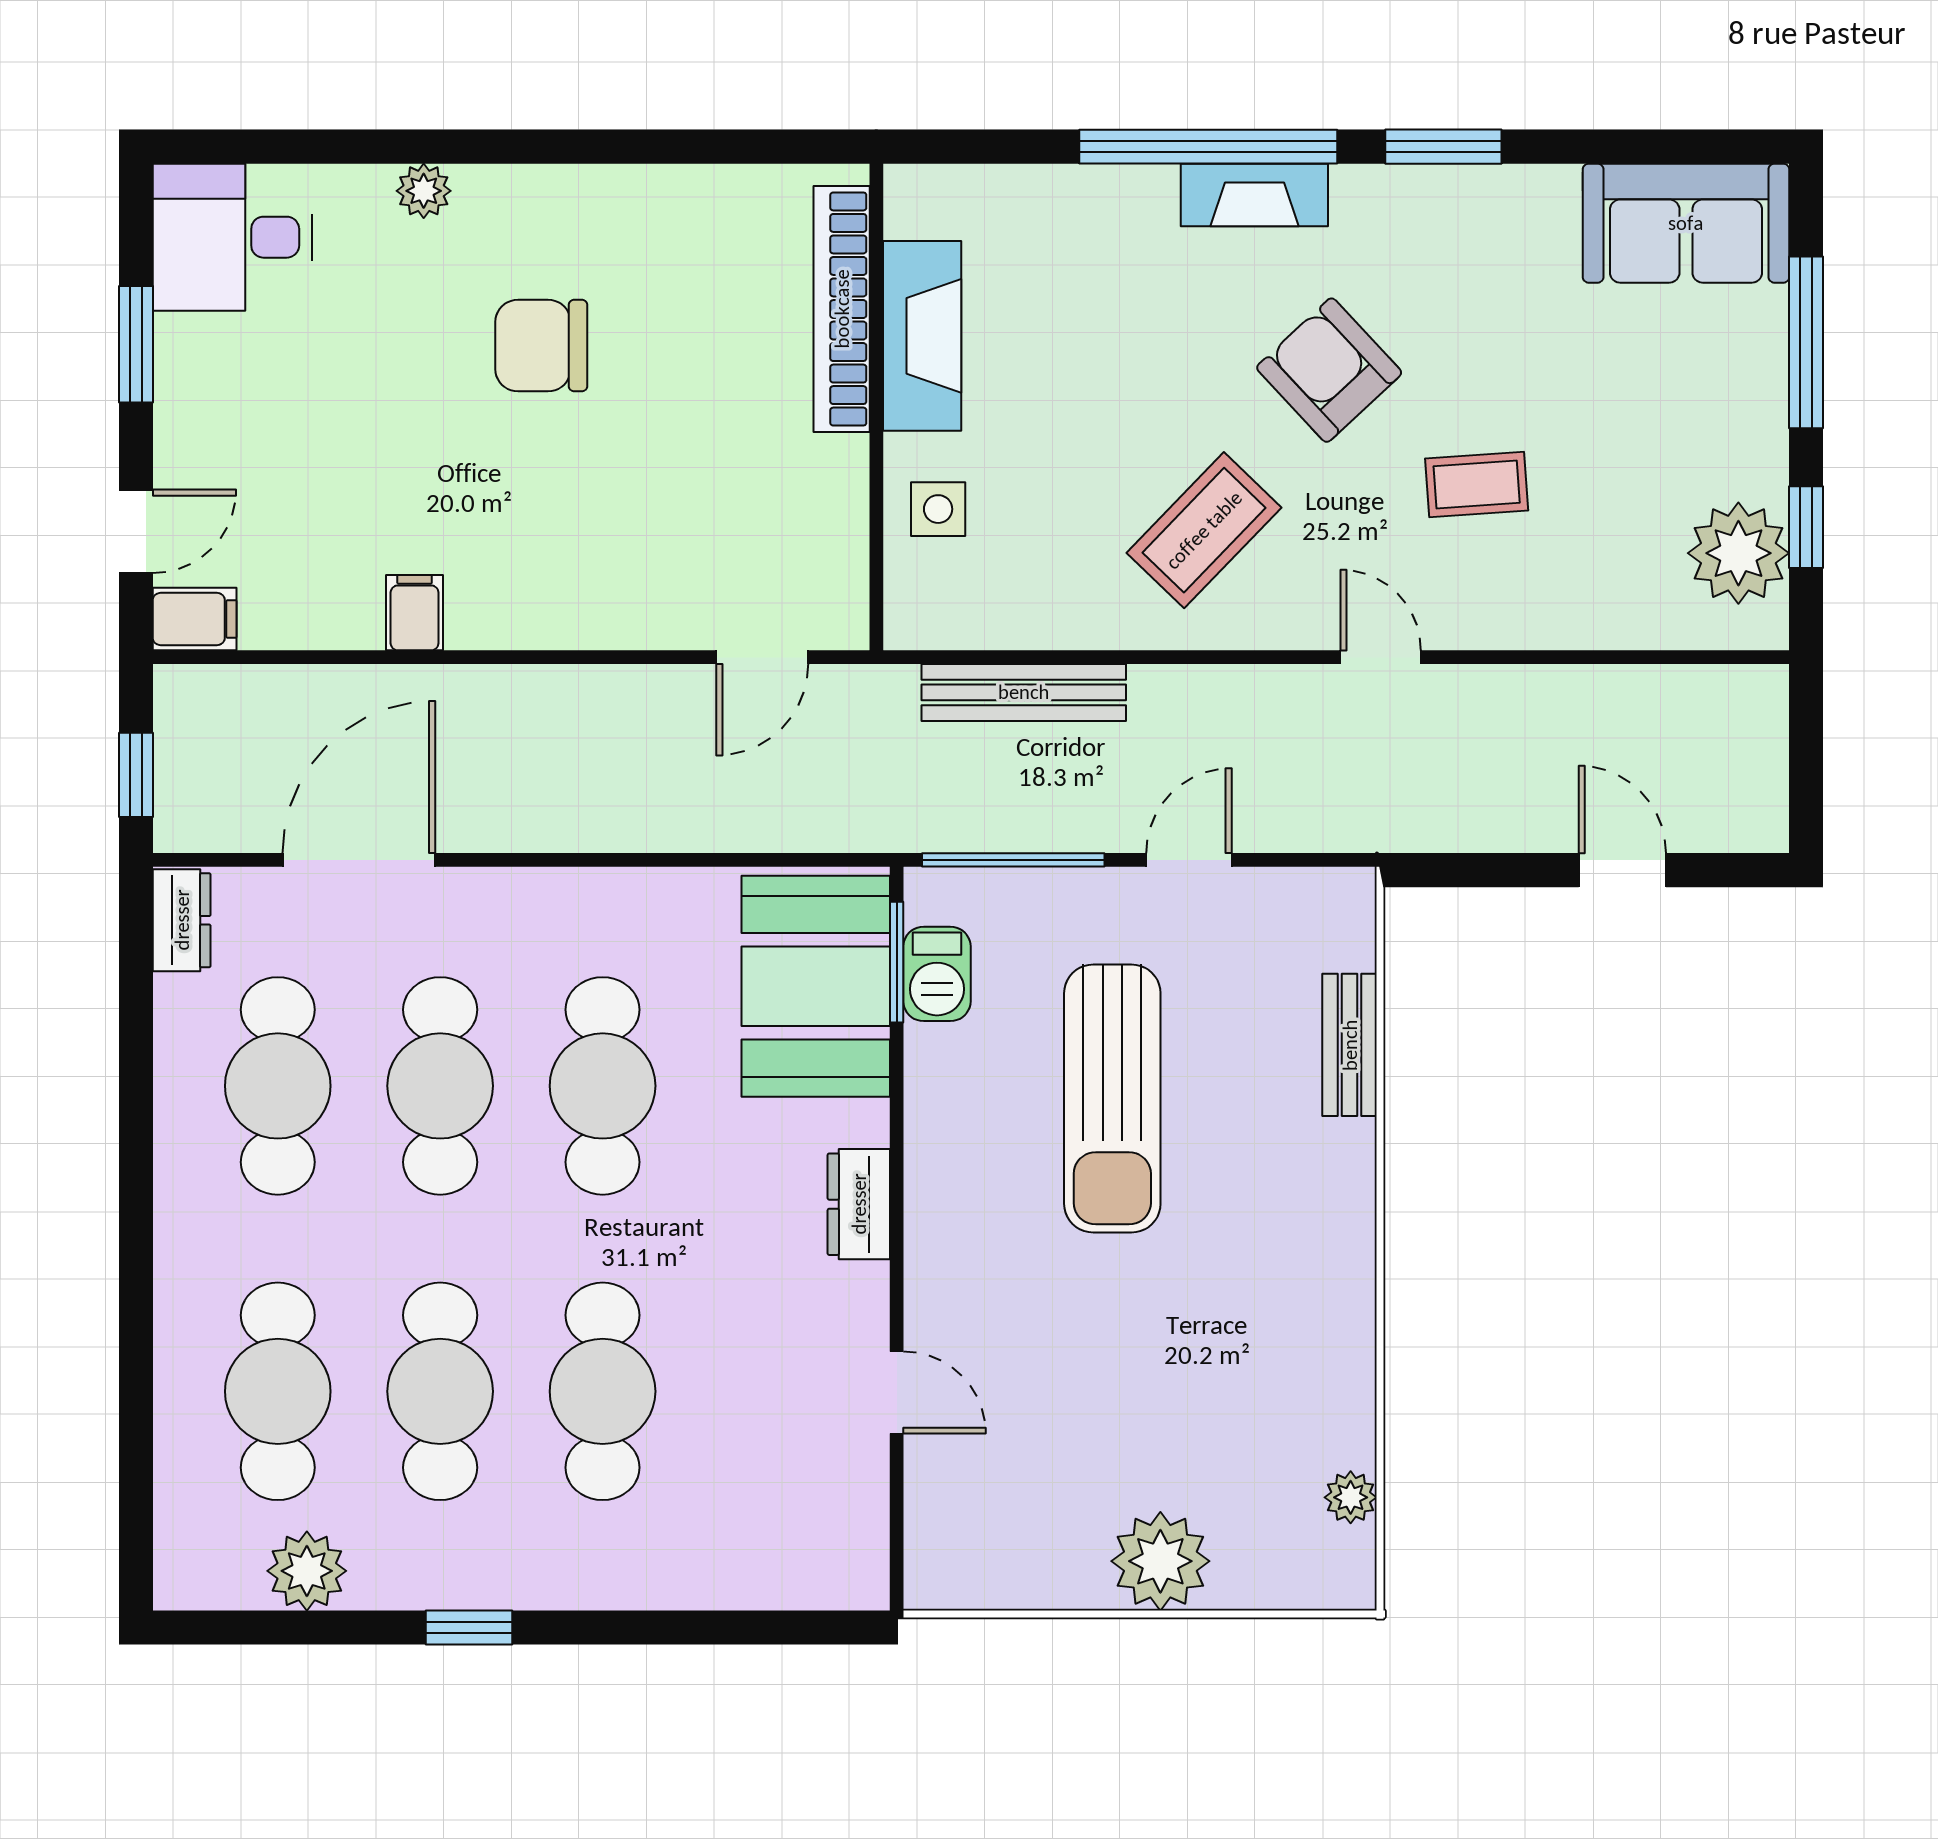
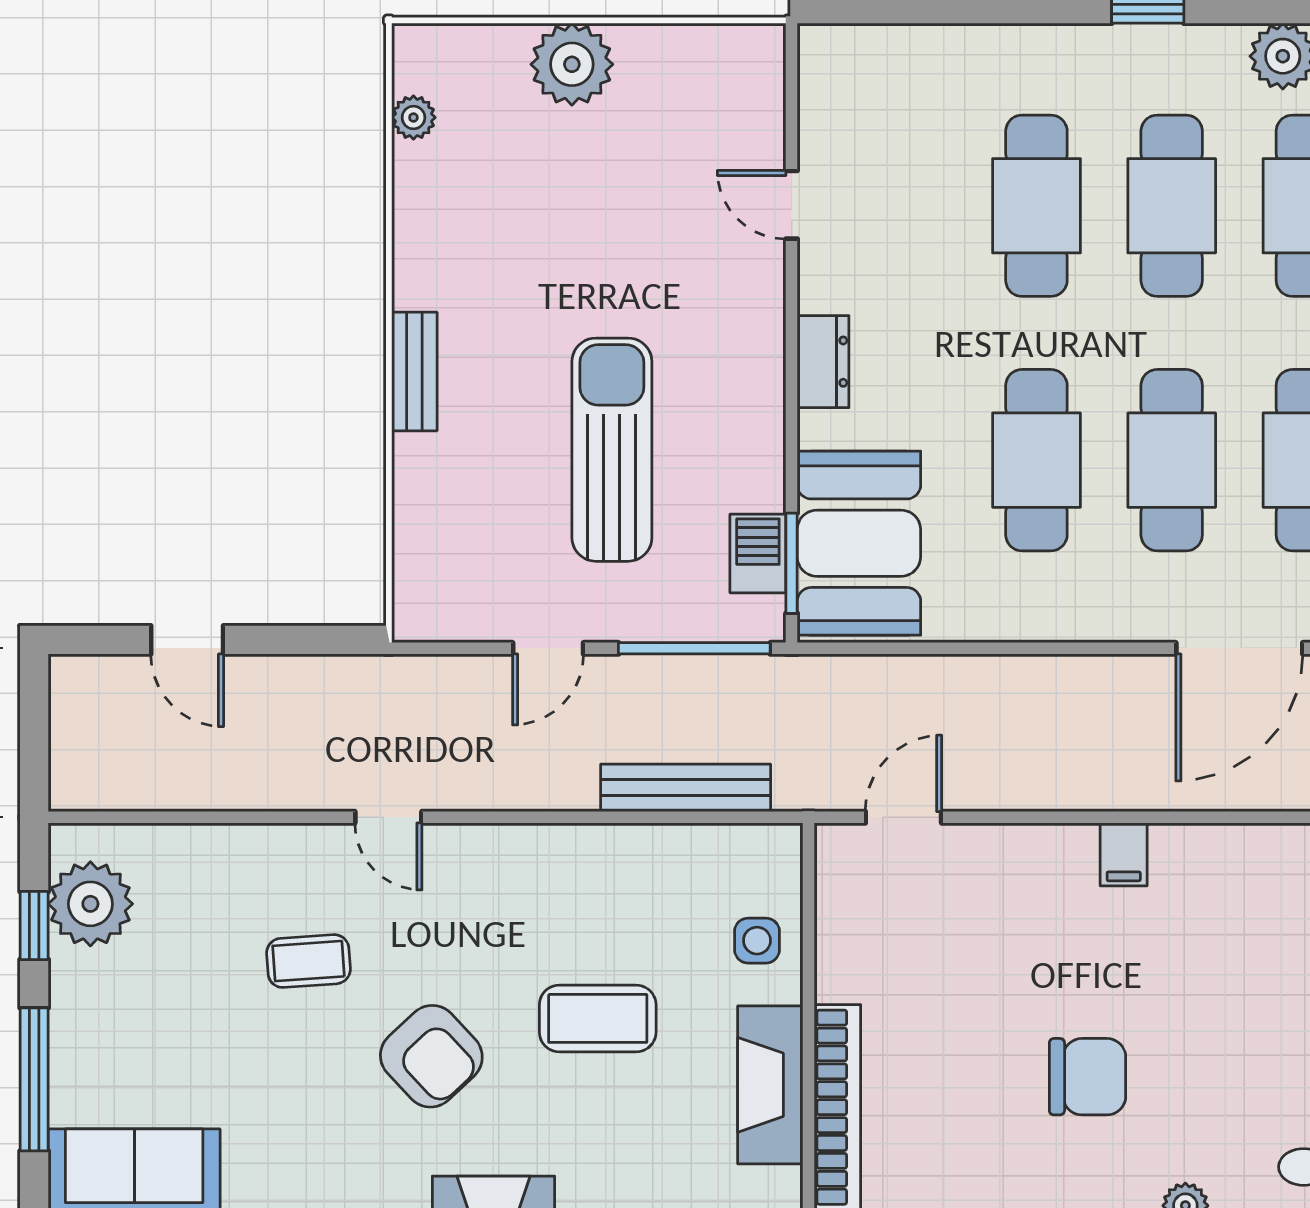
coffee table: (1204, 530) -> (598, 1018), moved, turned 46
filing cabinet: (415, 613) -> (1124, 854), moved
bench: (1350, 1045) -> (414, 372), moved

